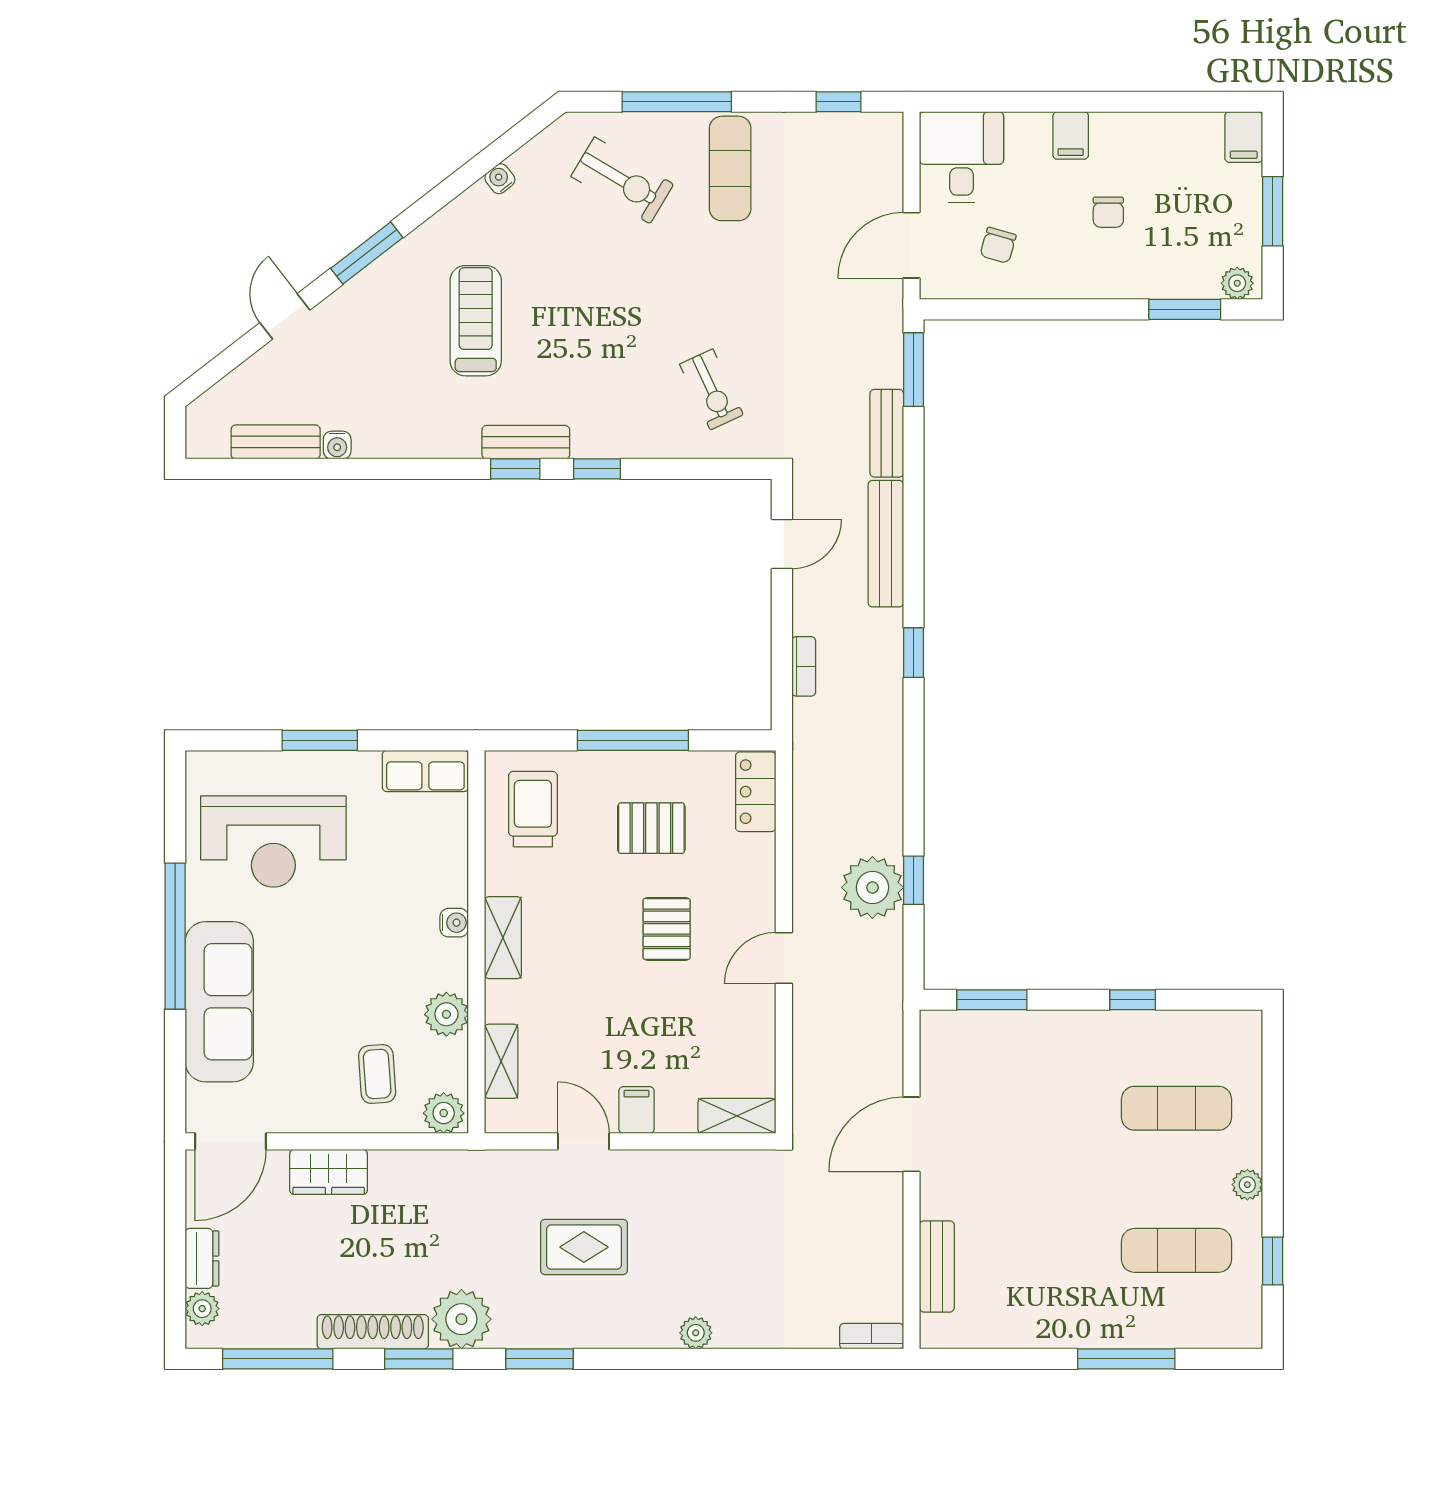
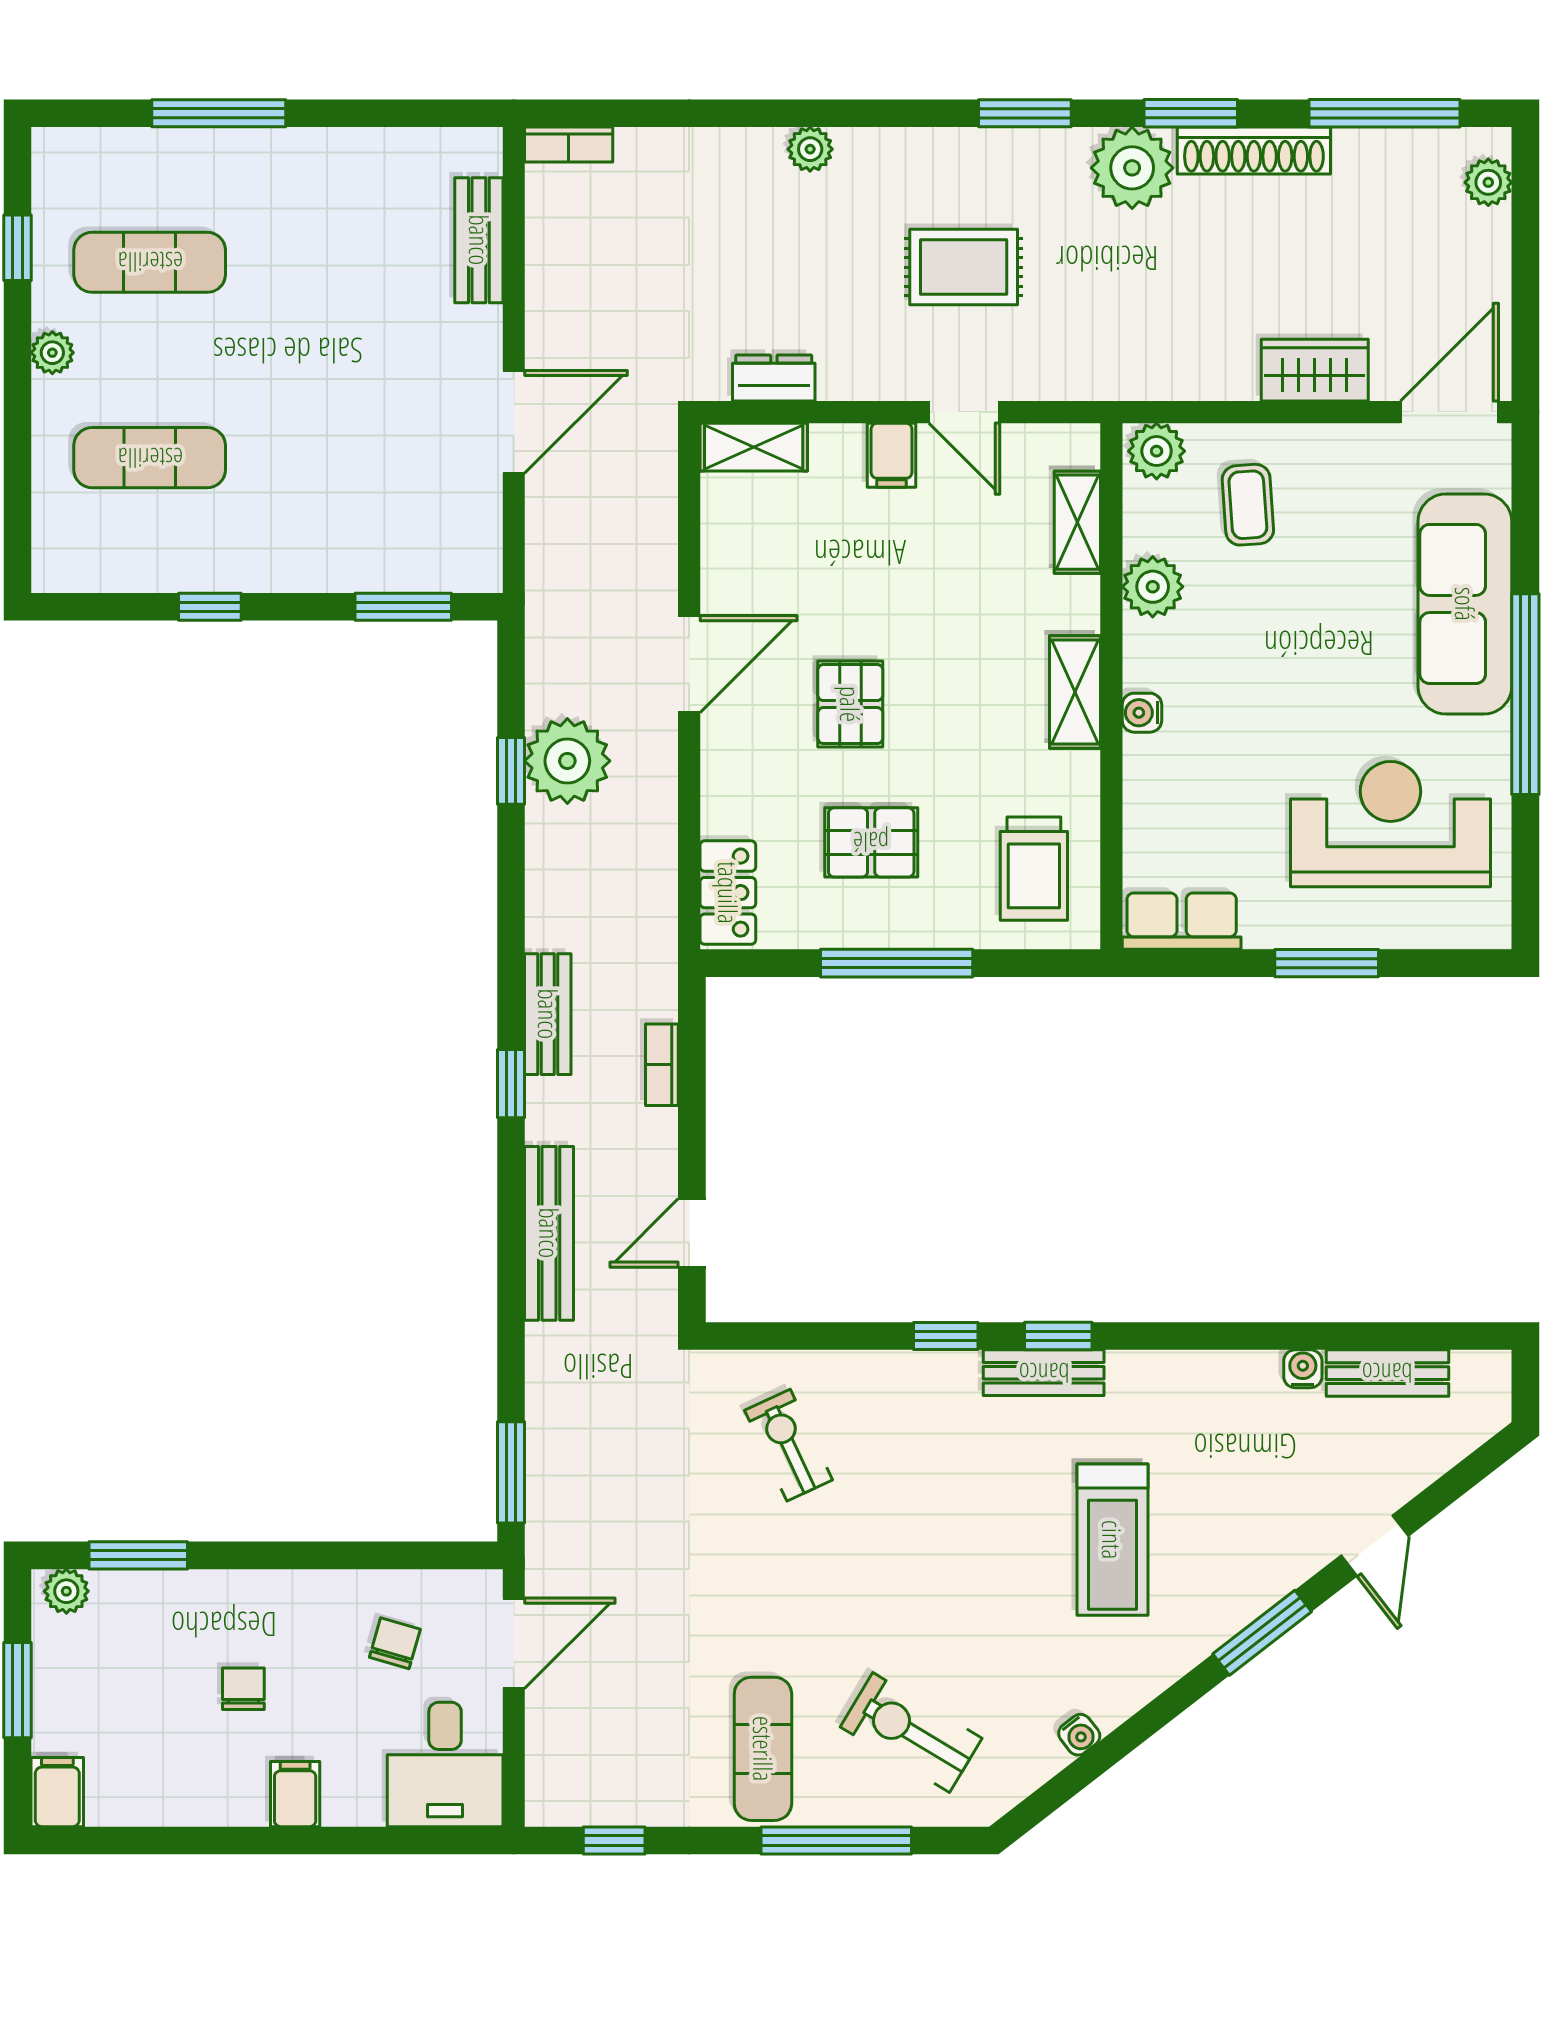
bench: (887, 433) -> (548, 1014), moved
door: (784, 958) -> (689, 664), width x1.38
dresser: (202, 1258) -> (774, 378), moved, turned 90

